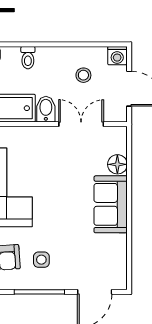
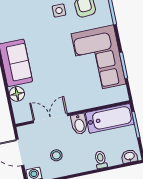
double door: (81, 124) -> (50, 118), swing flipped

